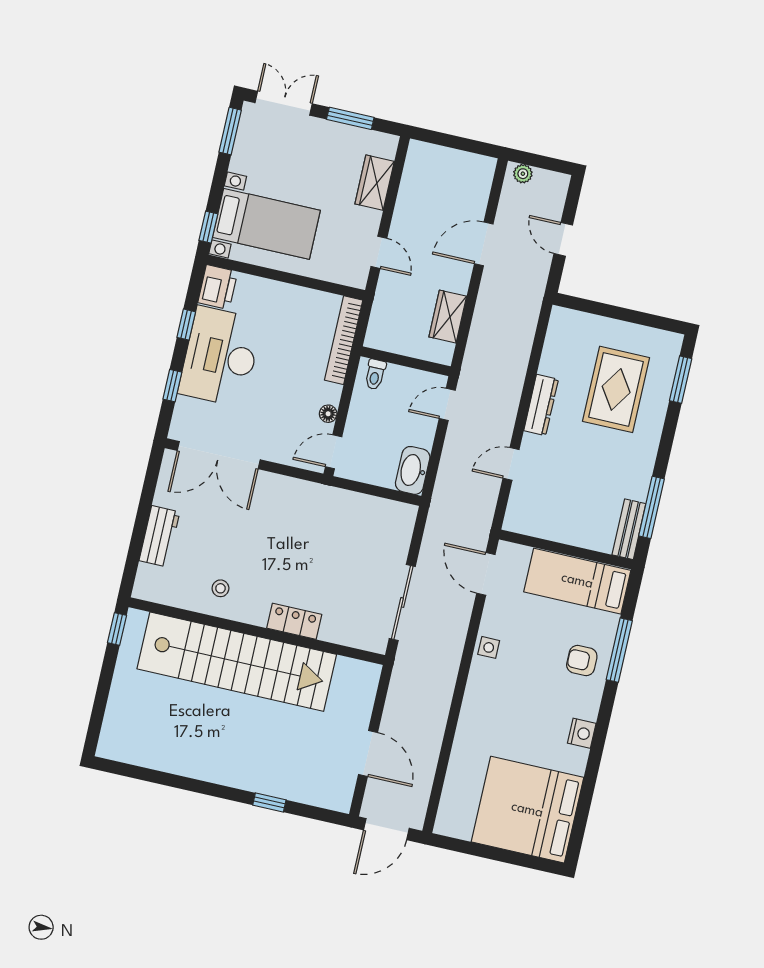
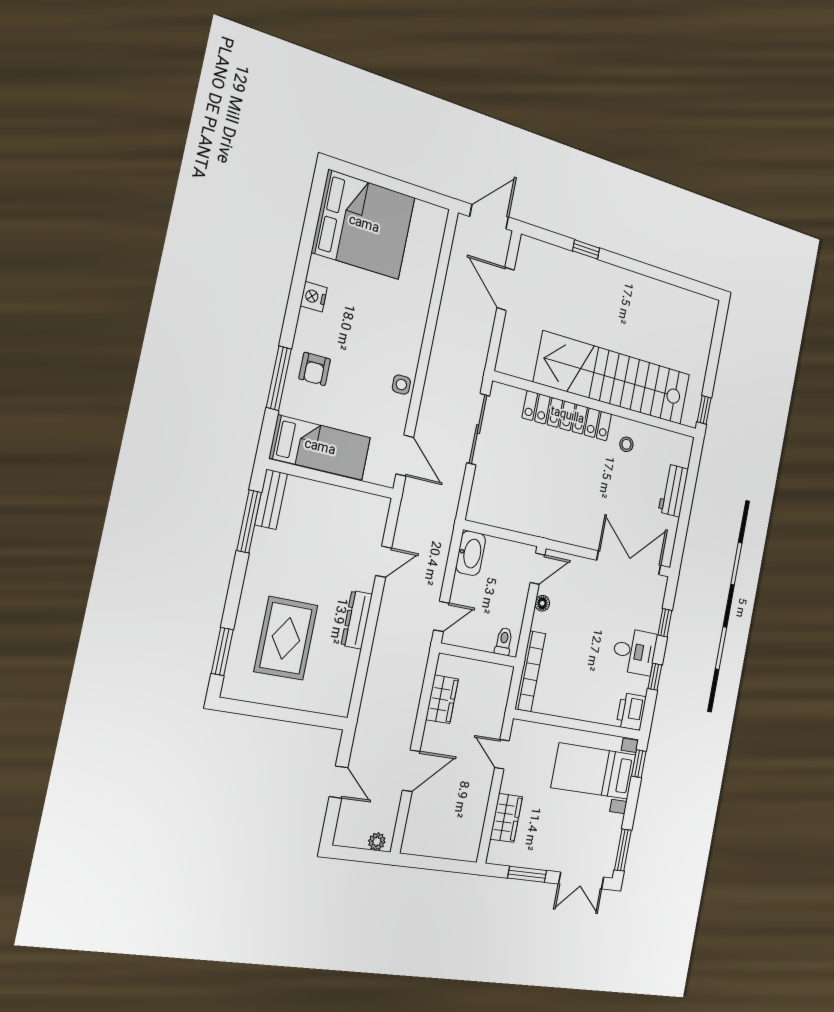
desk: (220, 357) -> (634, 651), width x0.53, depth x0.77
locker: (294, 621) -> (567, 416), width x2.16, depth x1.21
armchair: (582, 661) -> (315, 369), turned 90

